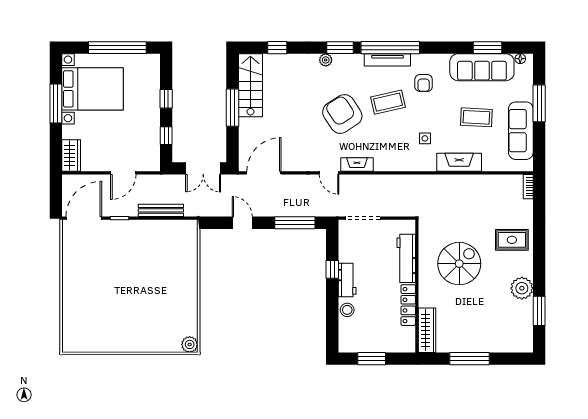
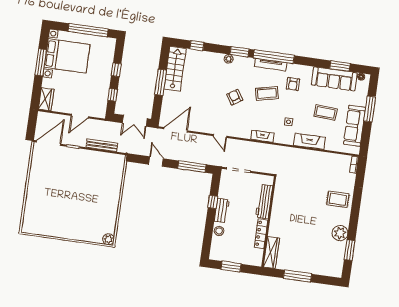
armchair: (342, 114) -> (235, 97), width x0.53, depth x0.53
fireplace: (357, 165) -> (262, 136), moved
spiral stairs: (459, 264) -> (300, 210), removed

